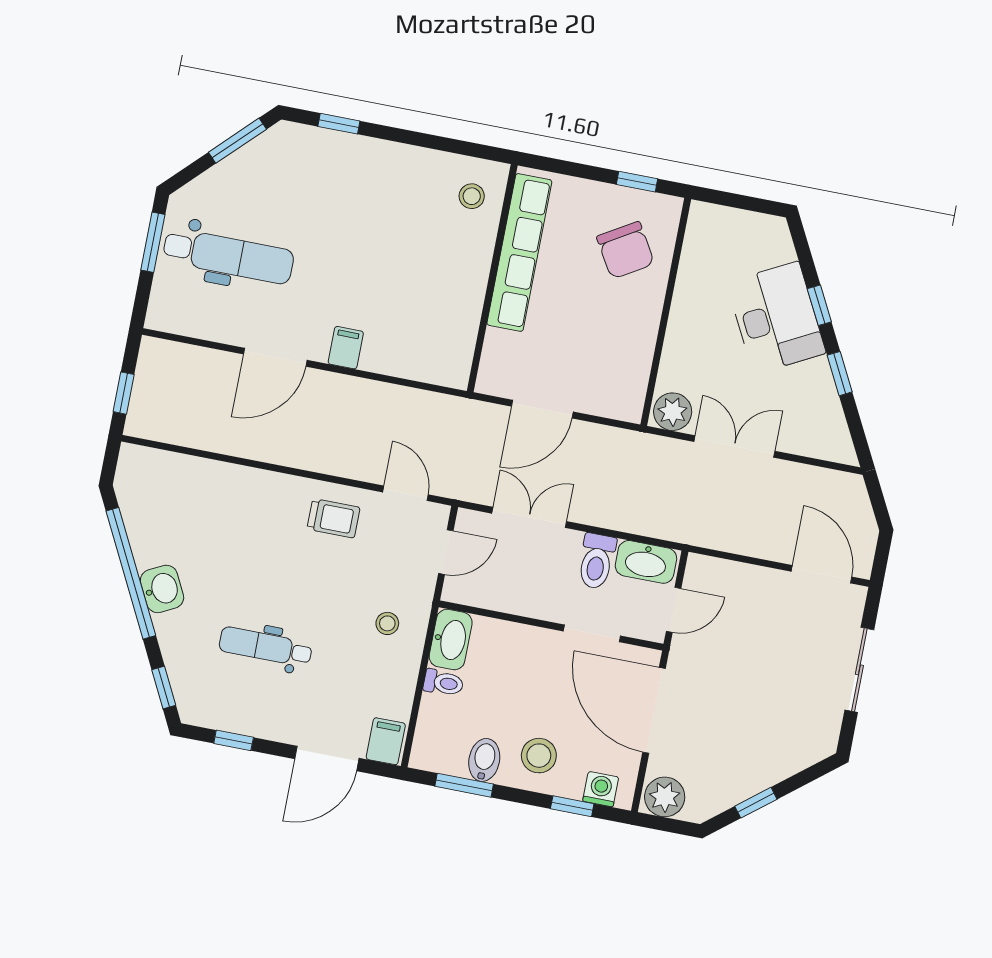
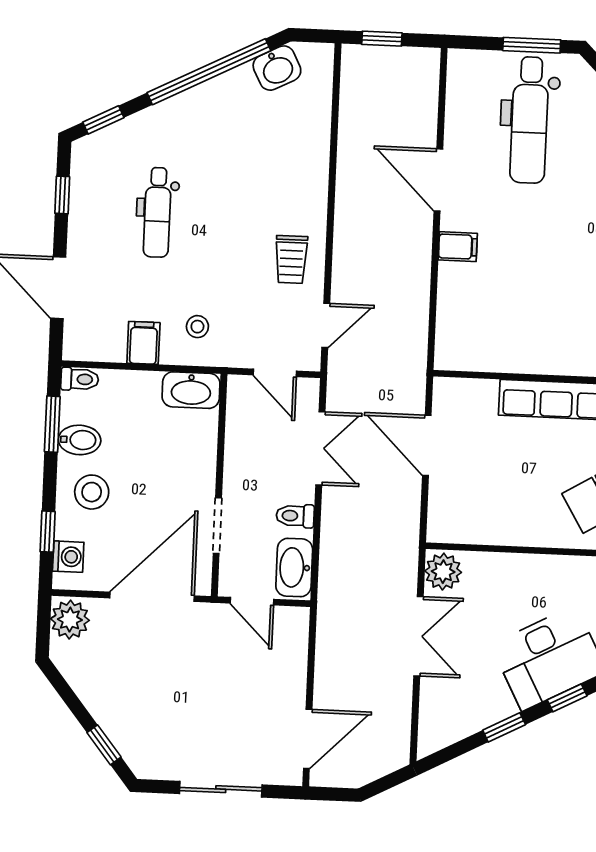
toilet: (597, 561) -> (295, 516), width x0.73, depth x0.72
washbasin: (162, 589) -> (277, 68), moved
dental chair: (266, 647) -> (157, 212), turned 180
toilet: (443, 683) -> (80, 379), moved, turned -90
filing cabinet: (386, 741) -> (143, 343), moved, turned -90
window: (756, 803) -> (104, 745), moved

